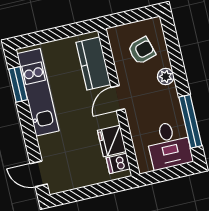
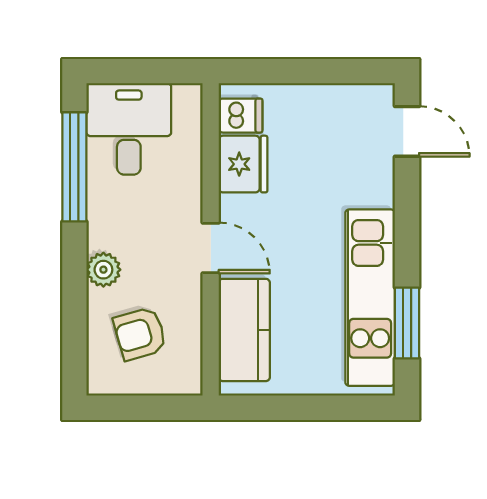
door: (118, 98) -> (211, 248), hinge flipped

